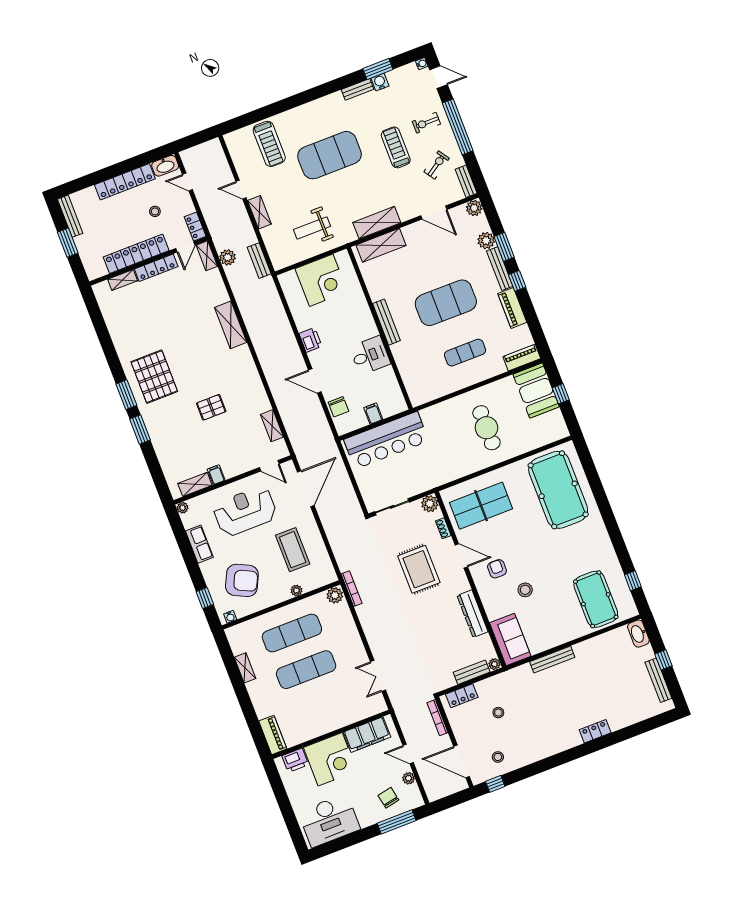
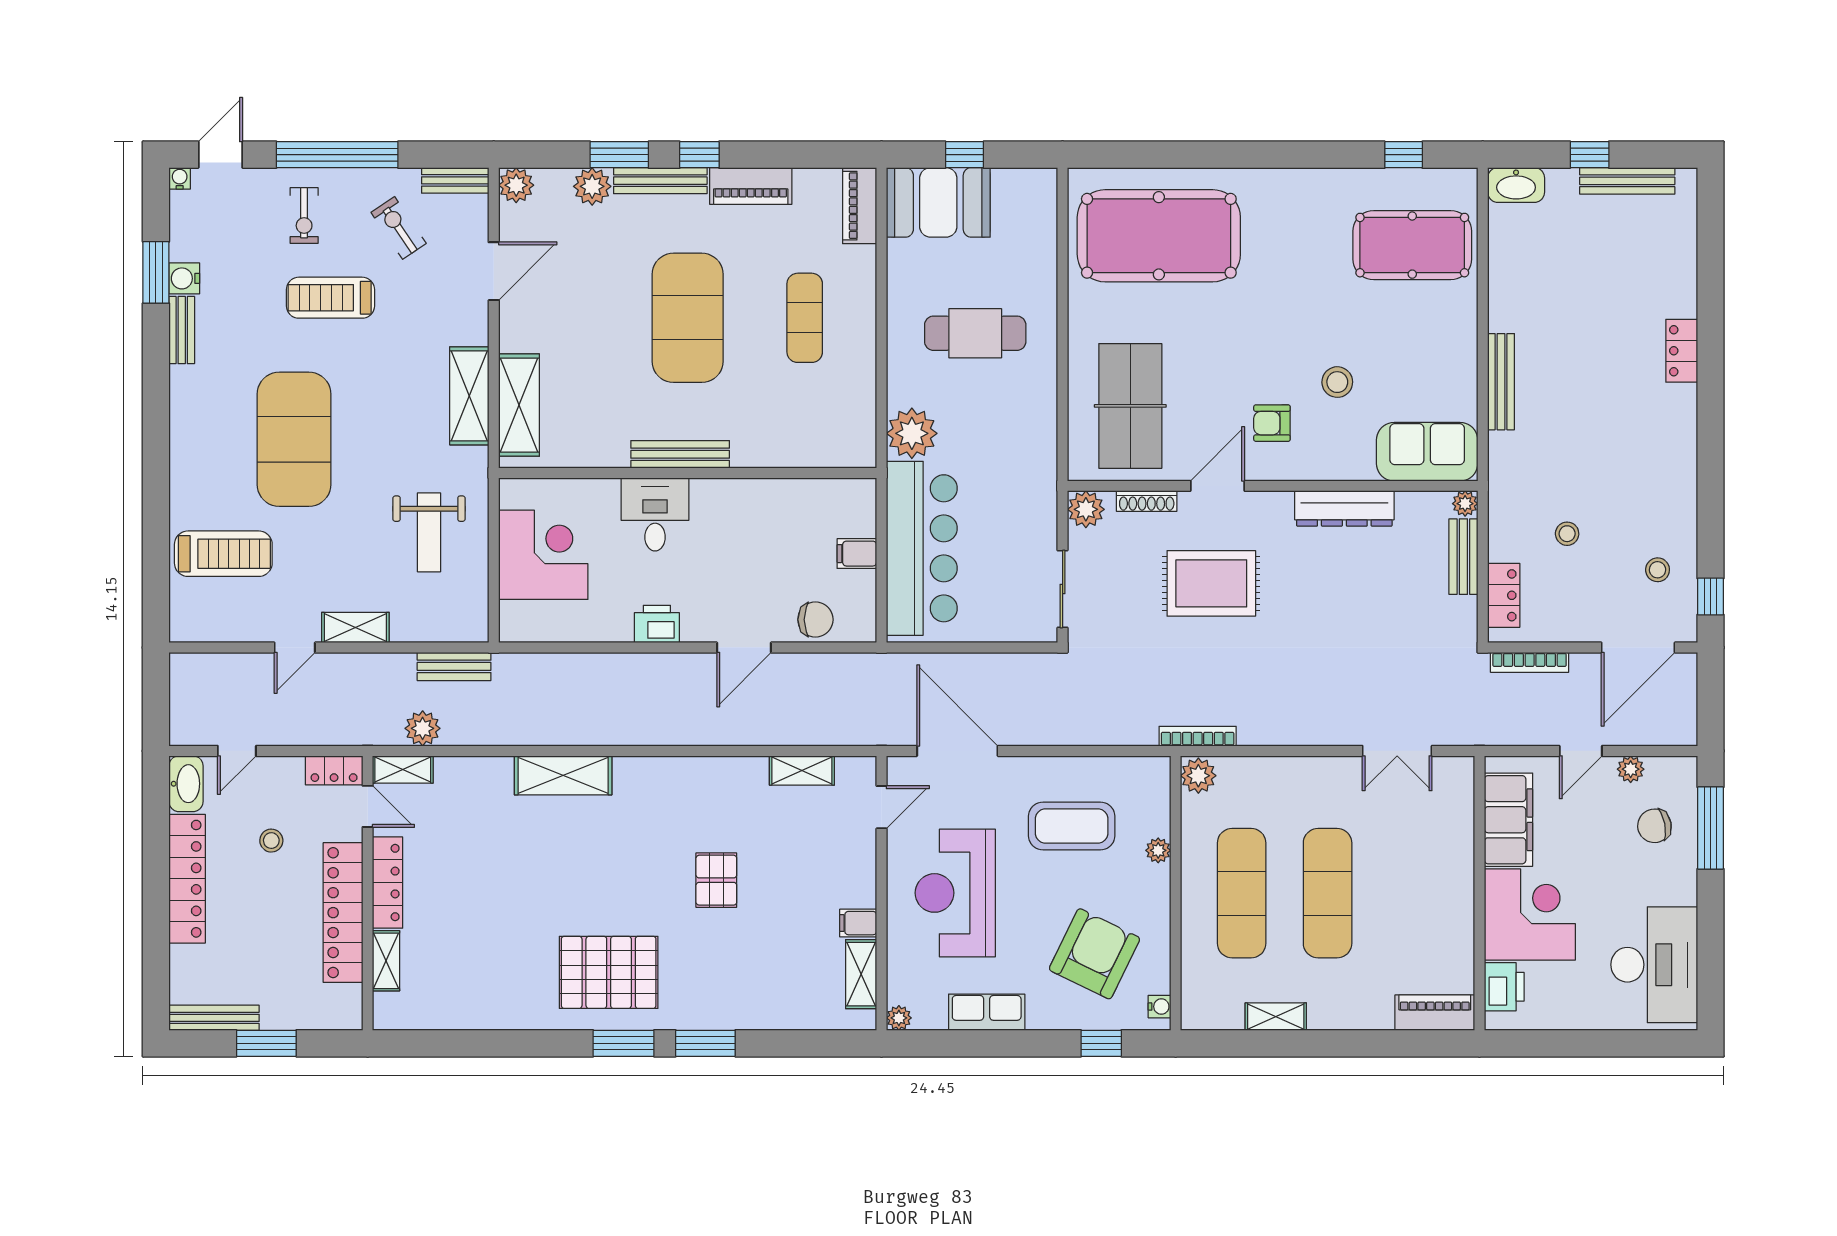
desk: (370, 355) -> (655, 514), moved
plant: (433, 417) -> (912, 433), added
shoe rack: (443, 528) -> (1147, 501), width x1.43

